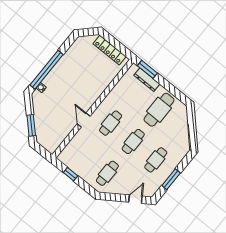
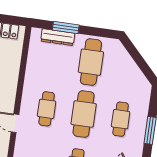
window: (147, 69) -> (66, 27), moved
cafe table: (133, 141) -> (84, 114), width x1.37, depth x1.35

